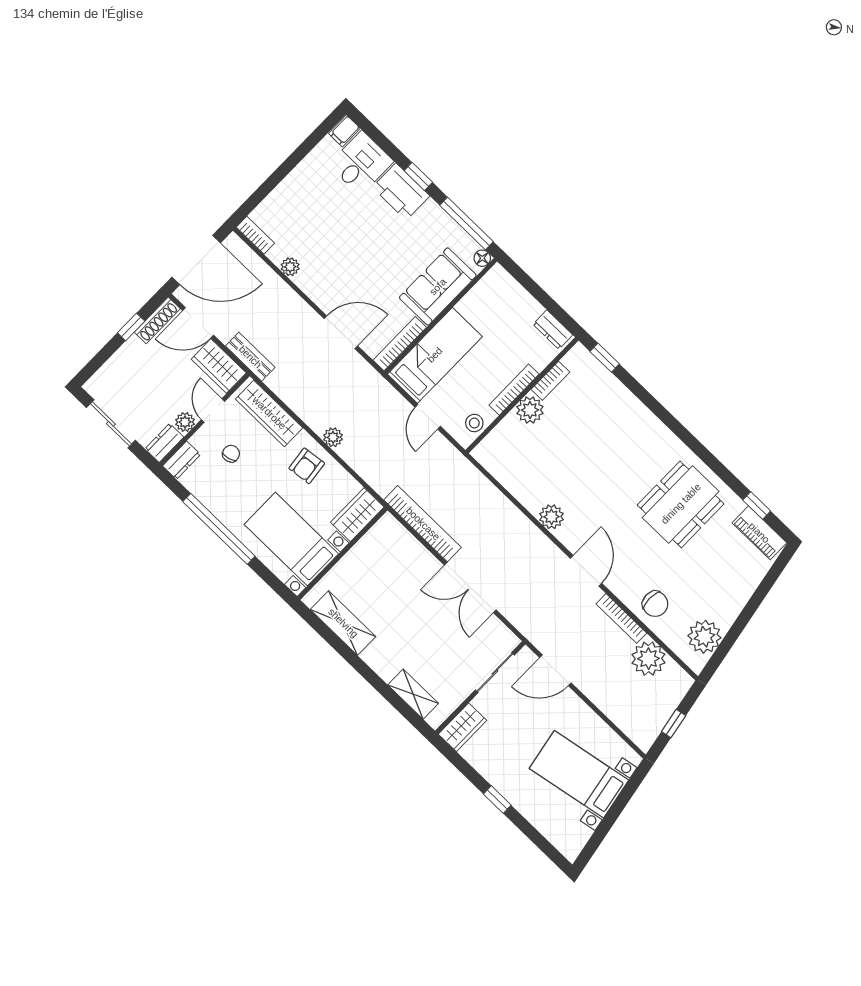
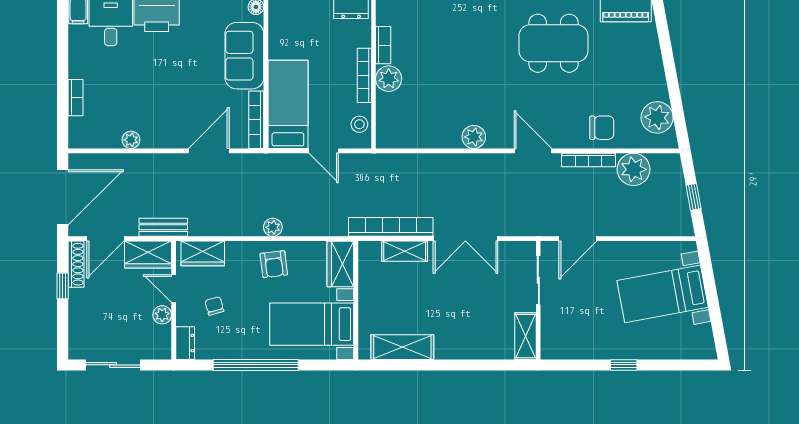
bookcase: (255, 235) -> (75, 98), moved, turned 90
wardrobe: (269, 413) -> (203, 253), width x0.67
dresser: (164, 443) -> (162, 343), removed
dining table: (681, 504) -> (553, 43), turned 90
shelving: (415, 552) -> (405, 251), added
shelving: (413, 694) -> (526, 336), moved, turned 90
wardrobe: (462, 727) -> (552, 339), removed

